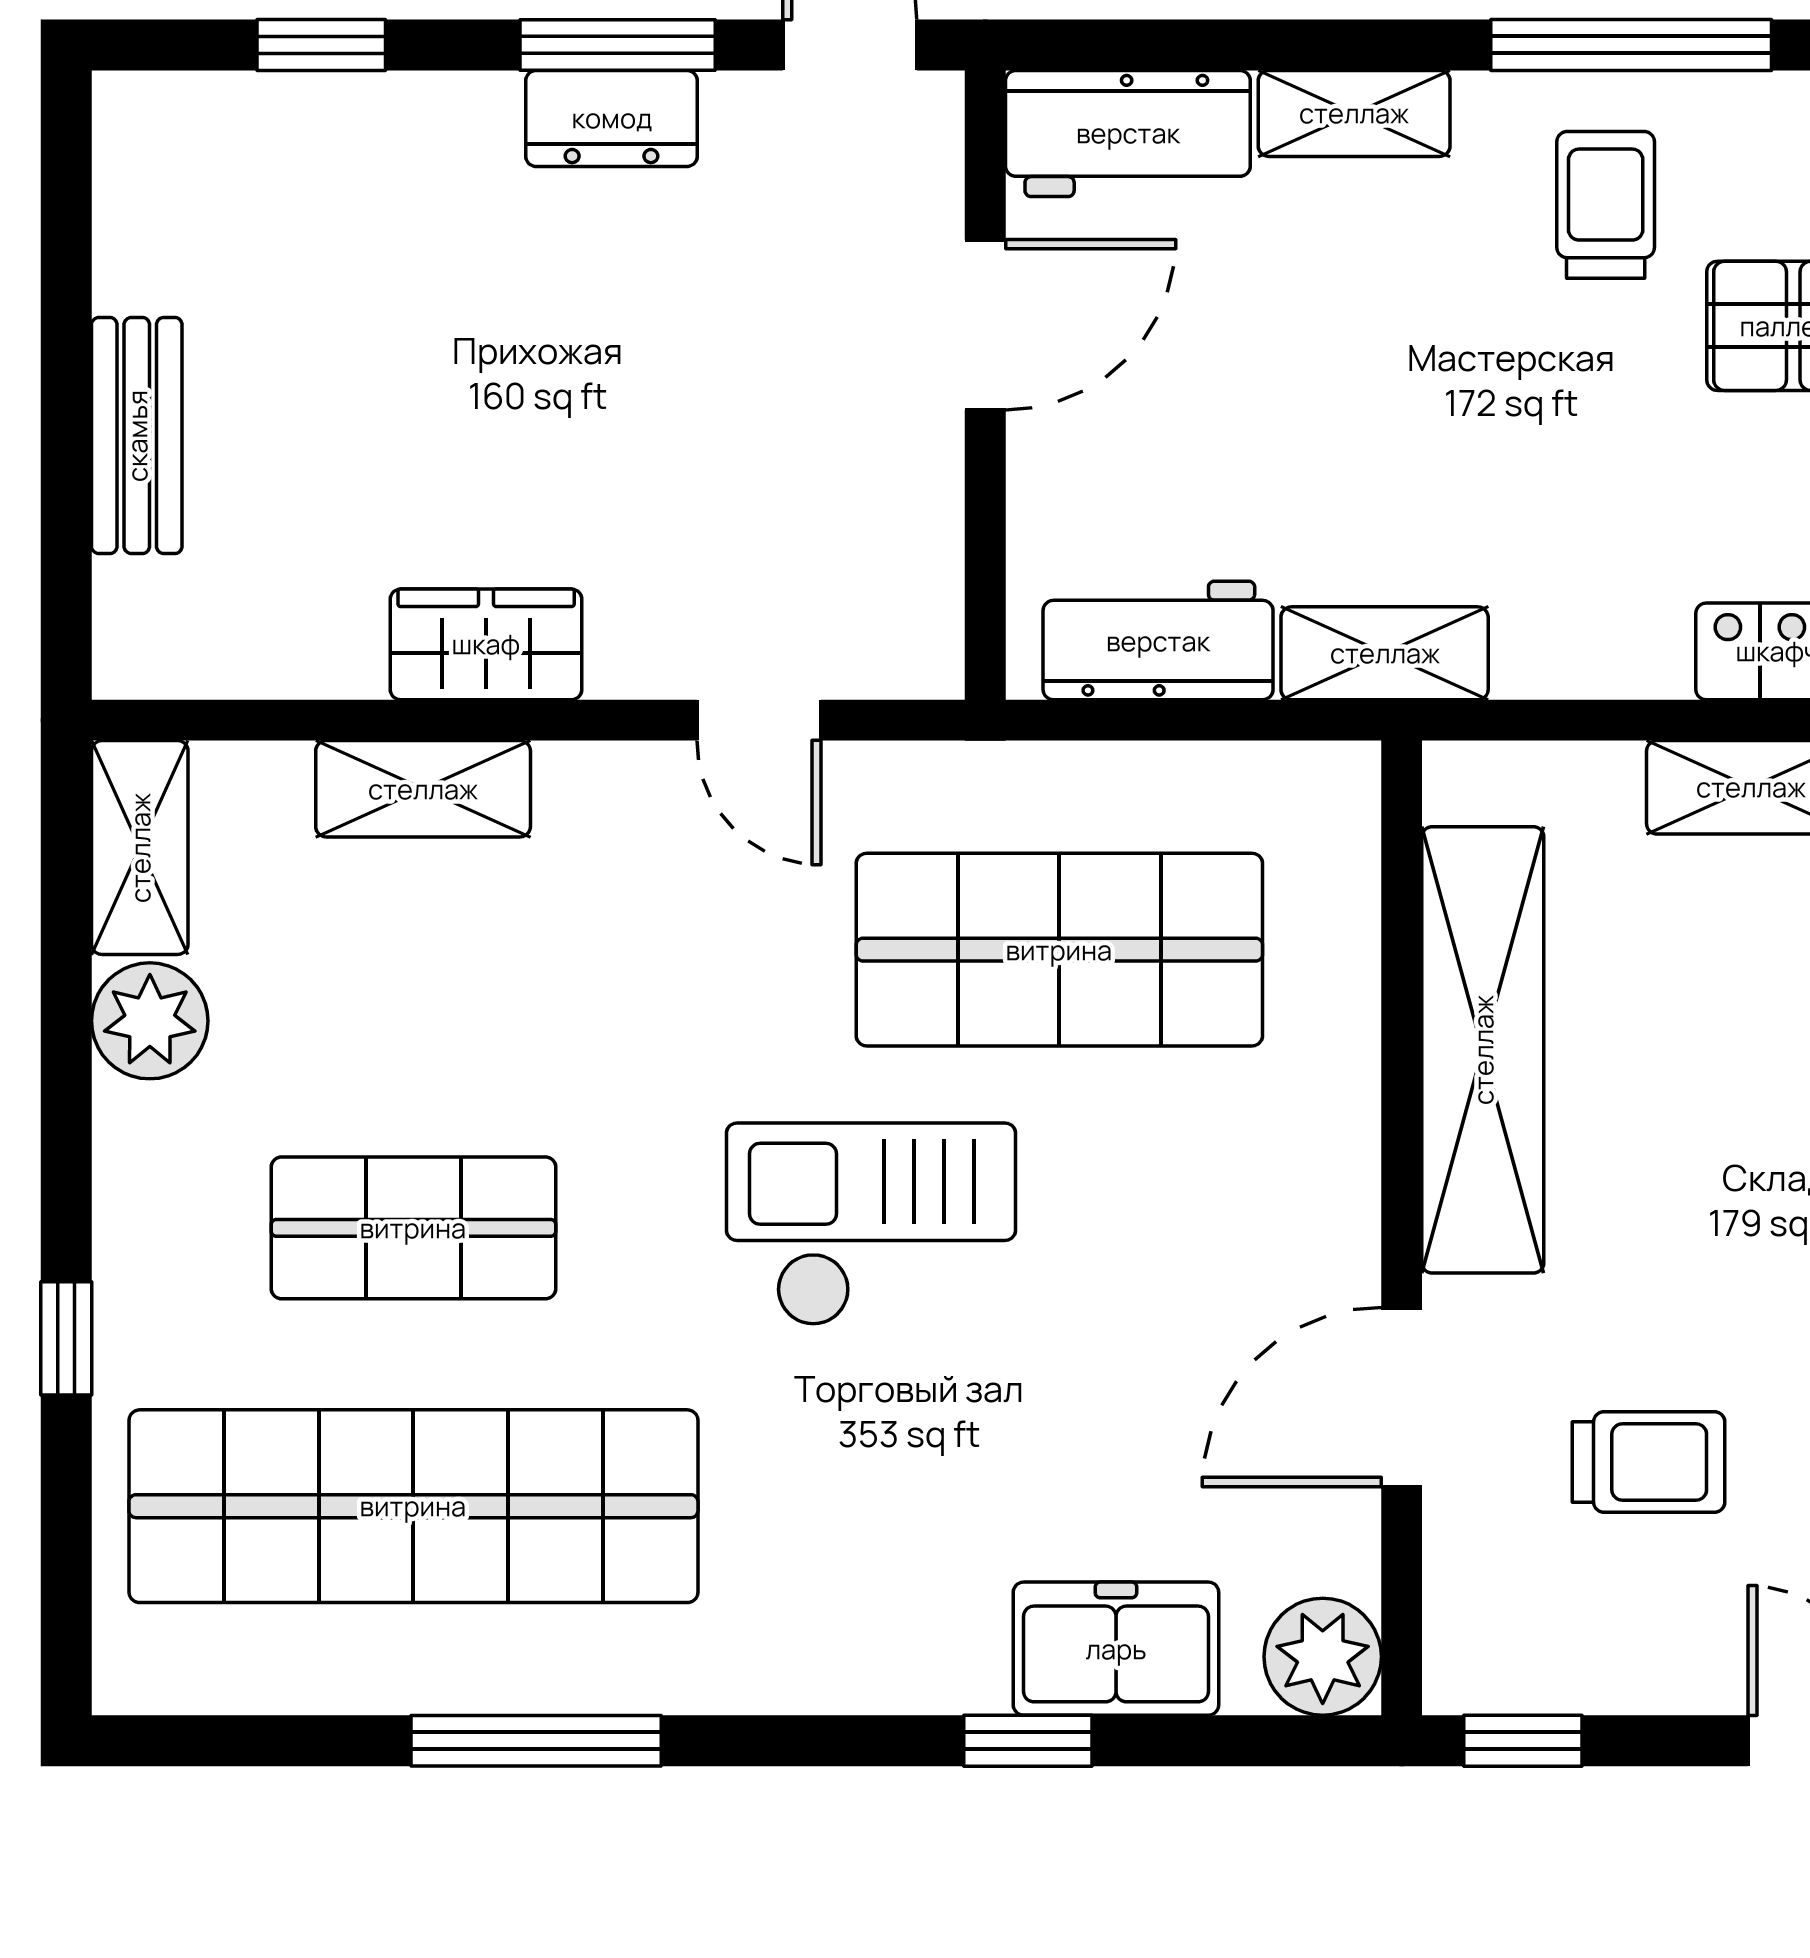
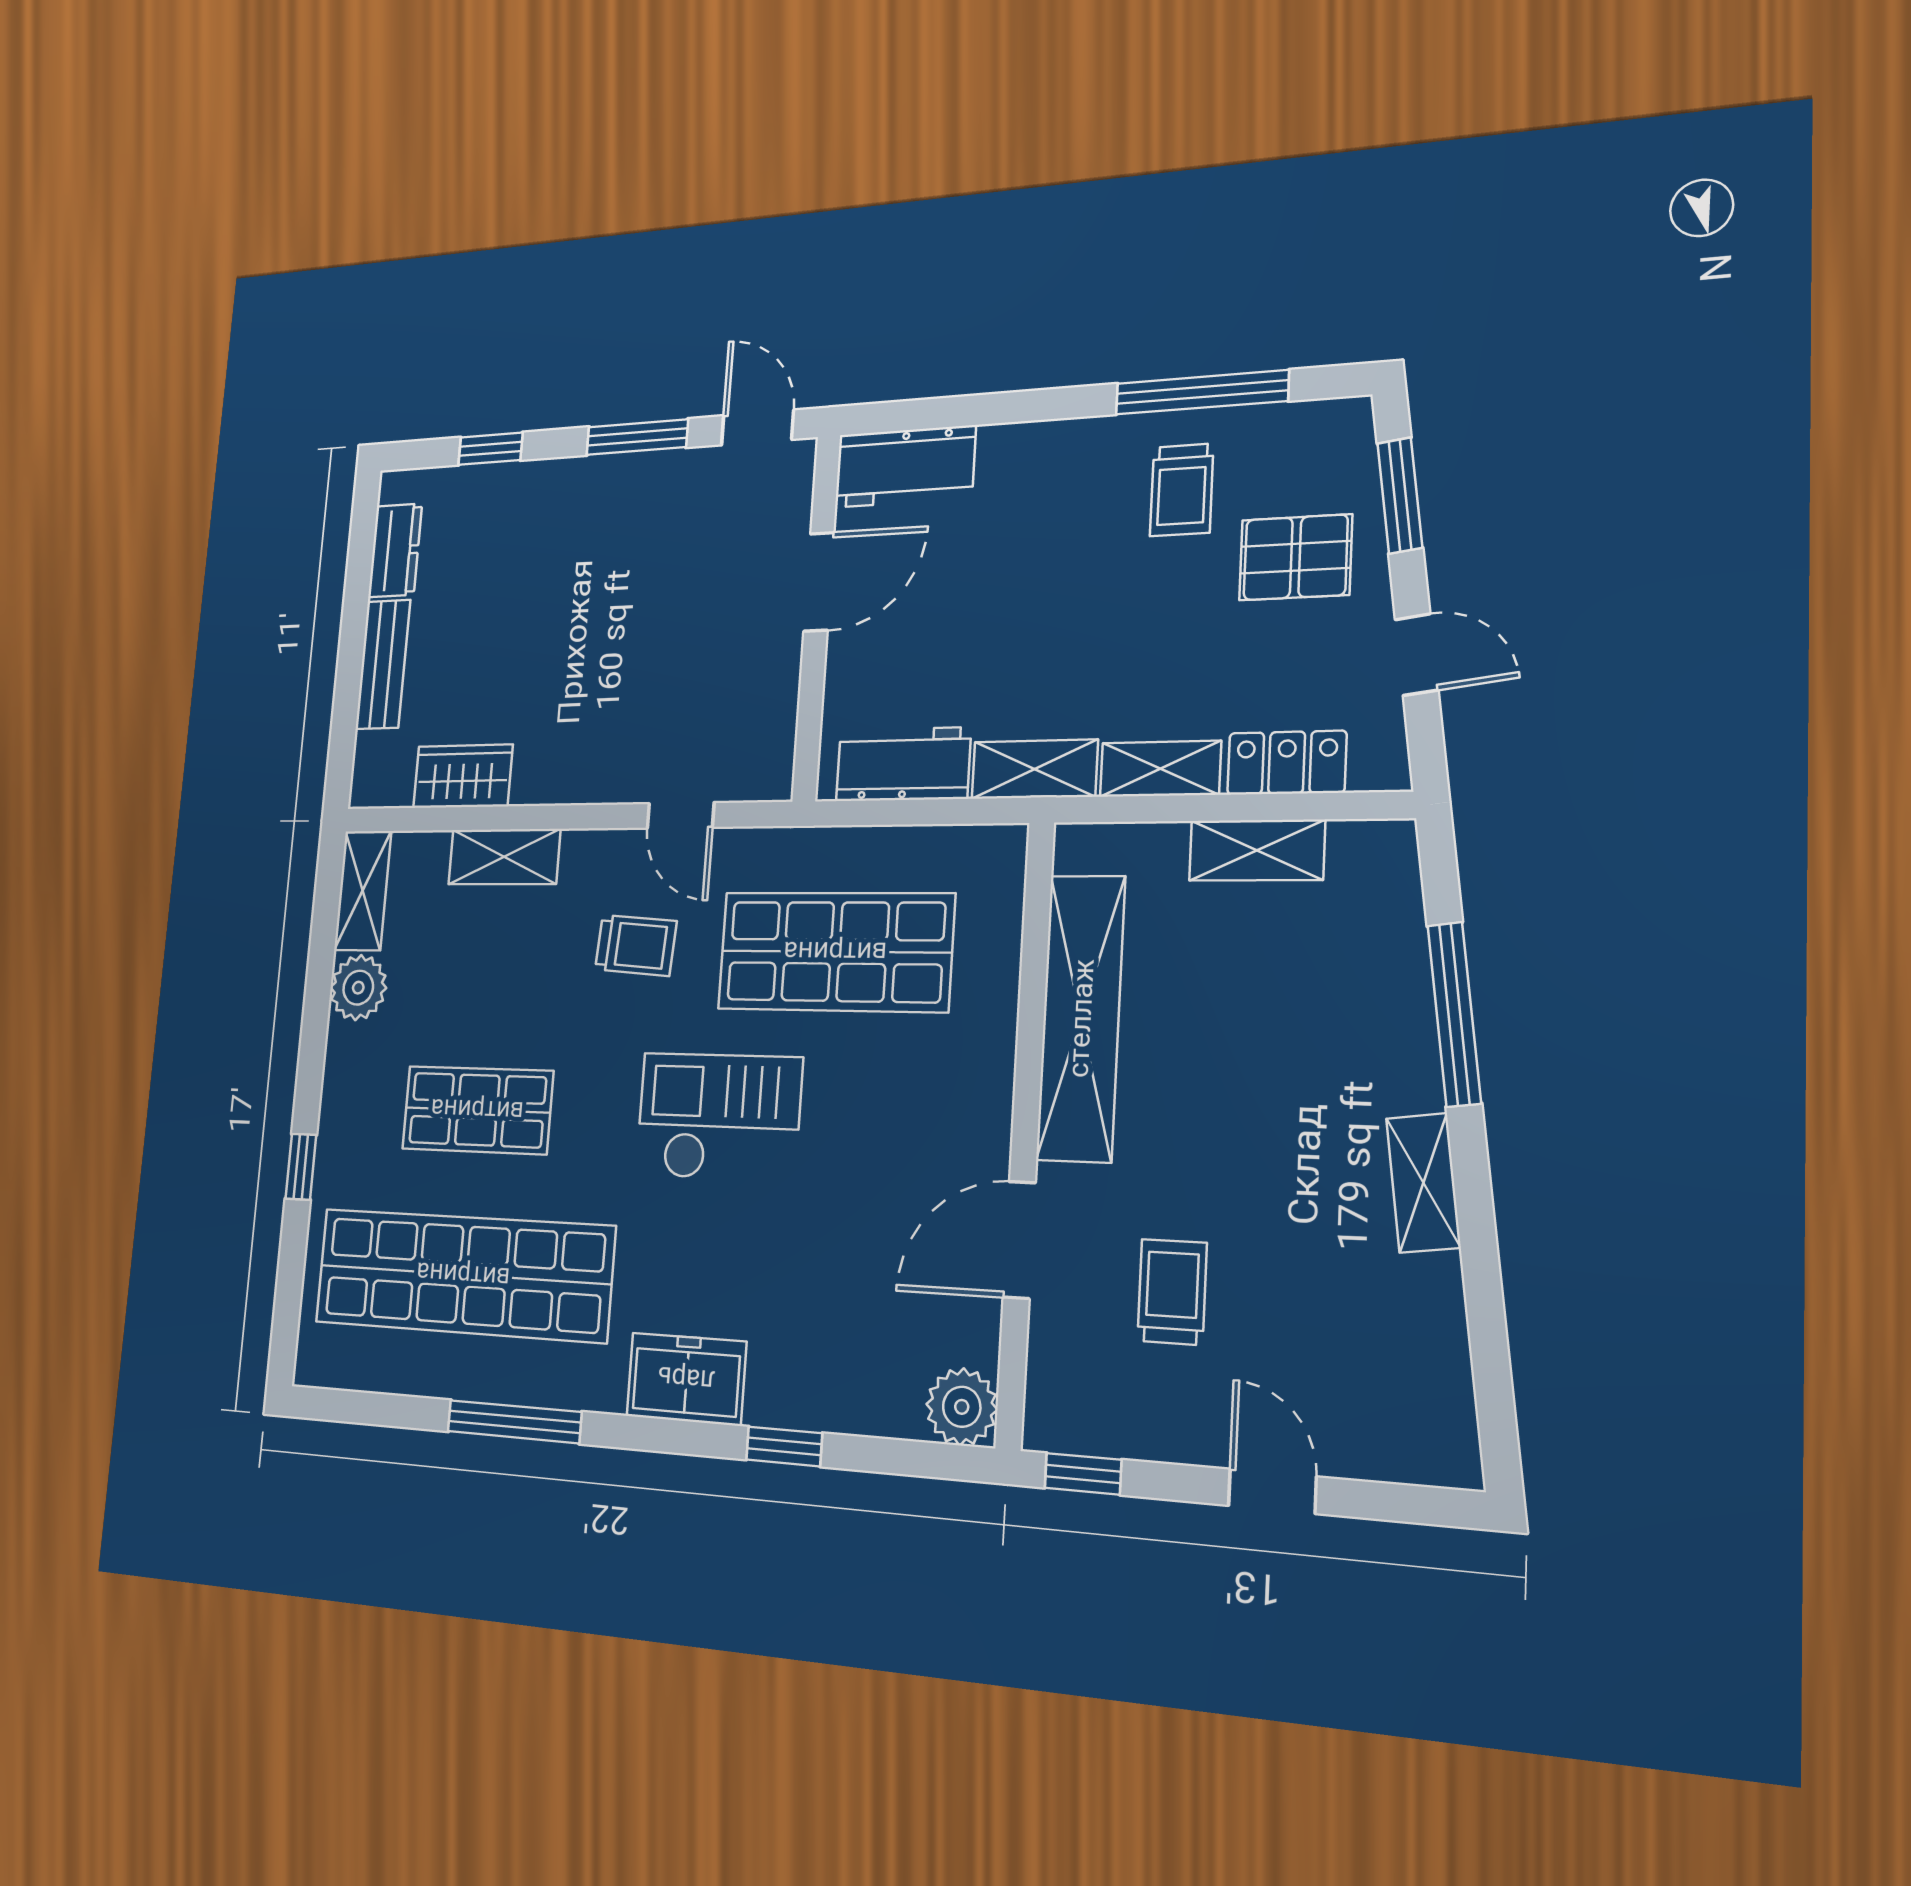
shelving: (1354, 113) -> (1160, 769), moved
dresser: (612, 118) -> (395, 550), moved, turned -90
trolley: (1606, 205) -> (1182, 490), turned 180
wardrobe: (486, 644) -> (463, 776), moved
trolley: (693, 942) -> (636, 945), added
trolley: (1649, 1462) -> (1172, 1292), turned -90
freezer: (1116, 1649) -> (686, 1379), moved

